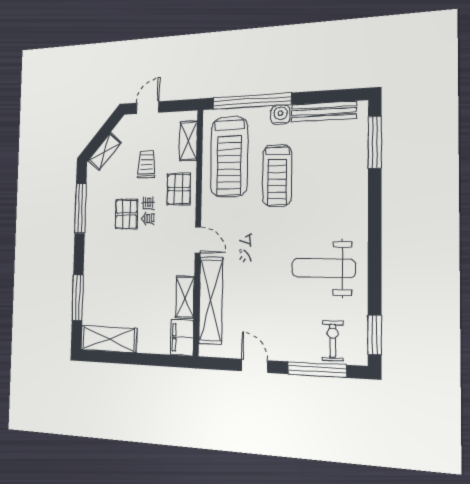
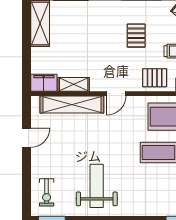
pallet: (126, 214) -> (136, 36), turned 90
exercise bike: (333, 341) -> (47, 192), turned 90
window: (317, 369) -> (26, 182), removed

